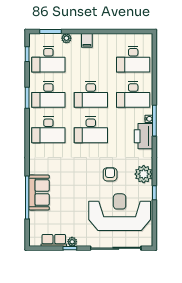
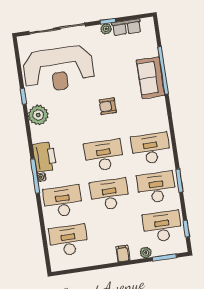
armchair: (110, 174) -> (108, 106), moved, turned 90

